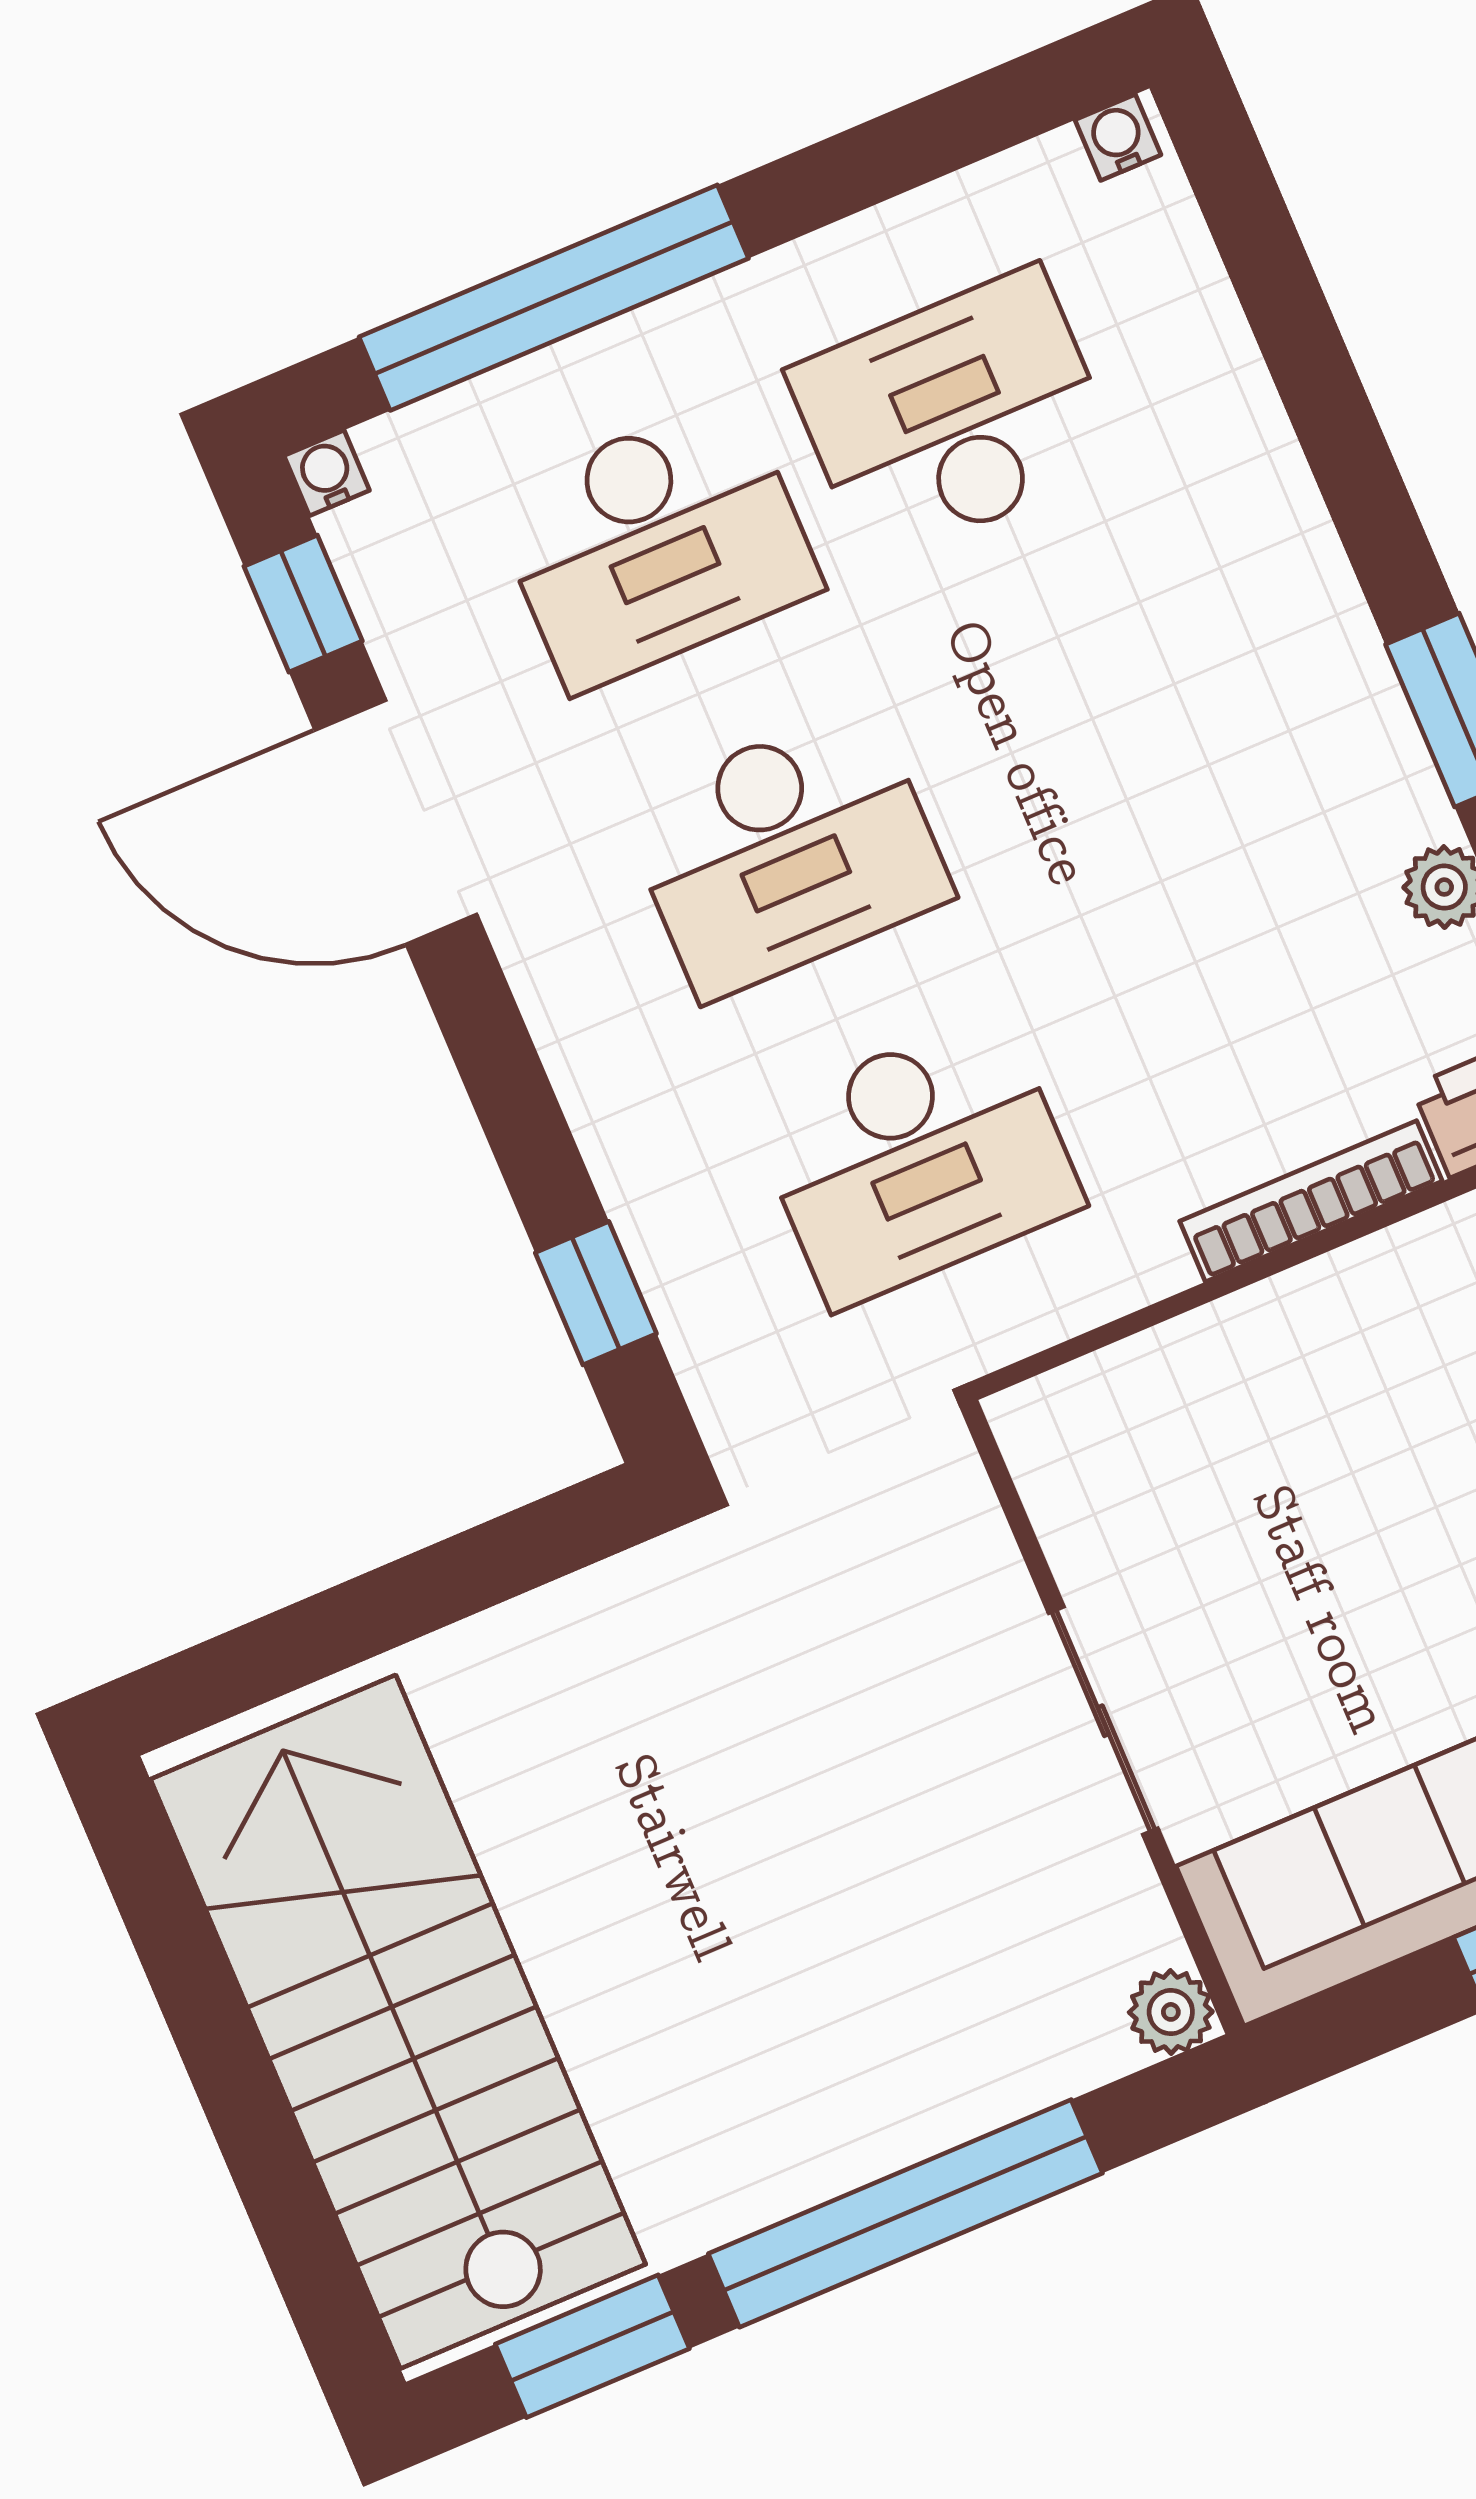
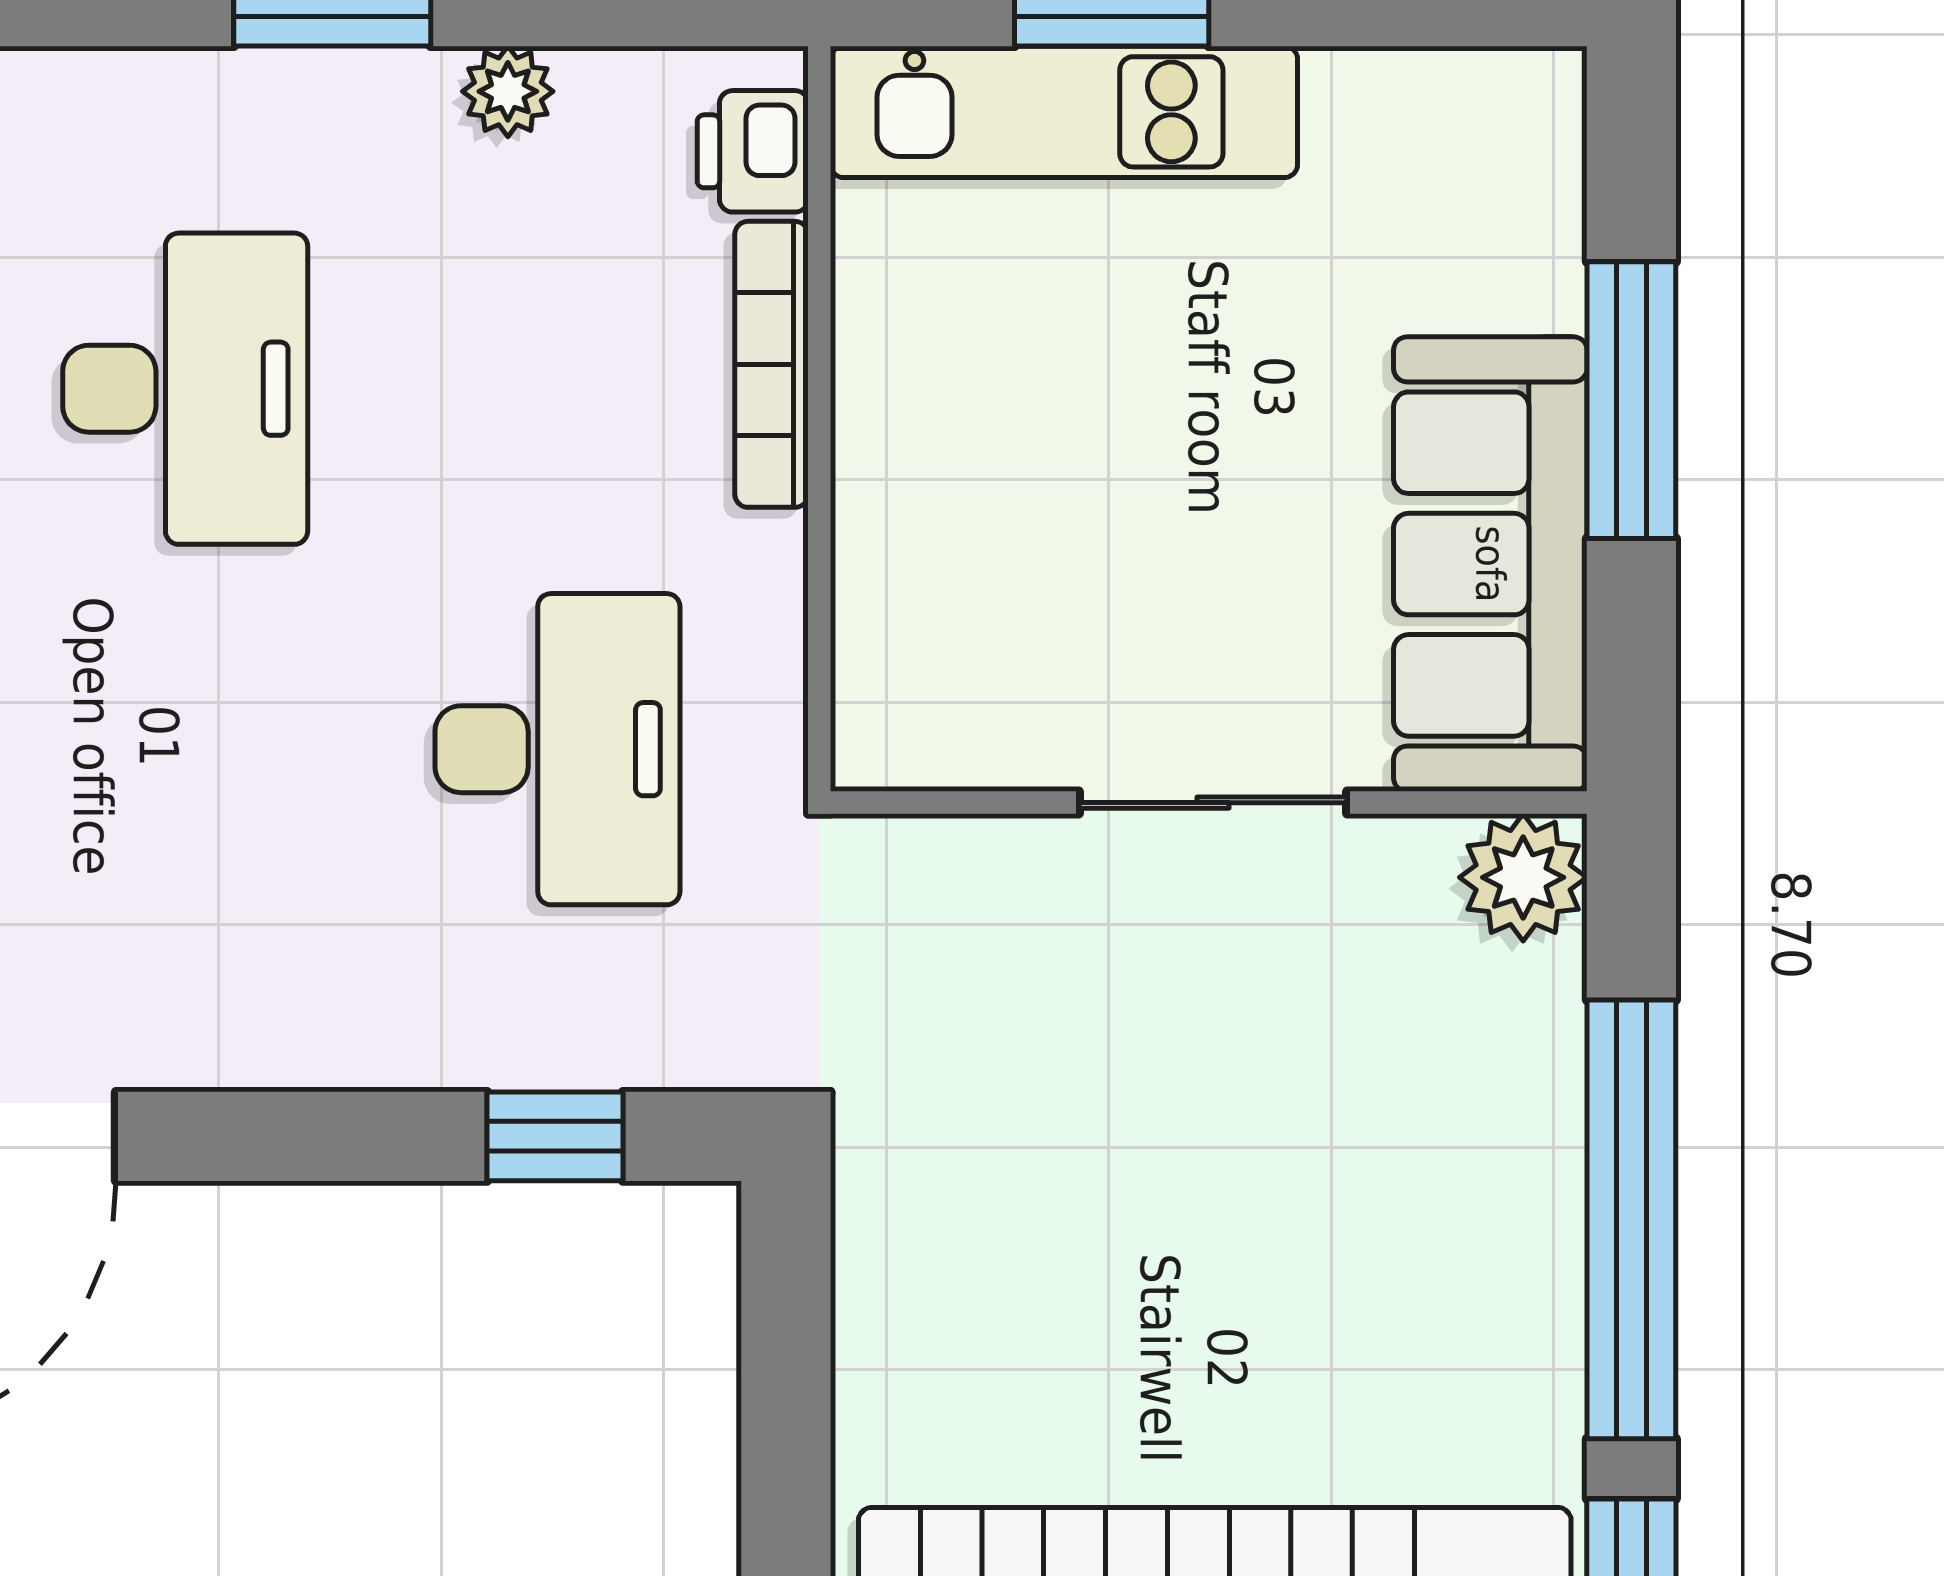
desk: (786, 851) -> (185, 389), moved
plant: (1171, 2012) -> (1523, 877), width x1.38, depth x1.38

